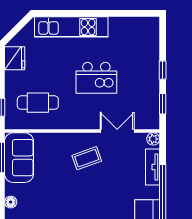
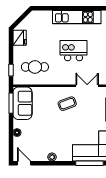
kitchen unit: (71, 27) -> (77, 17), moved
kitchen island: (96, 78) -> (74, 51), turned 180

